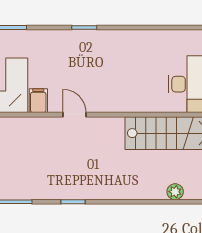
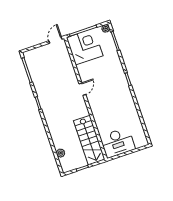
filing cabinet: (38, 101) -> (83, 68), removed

